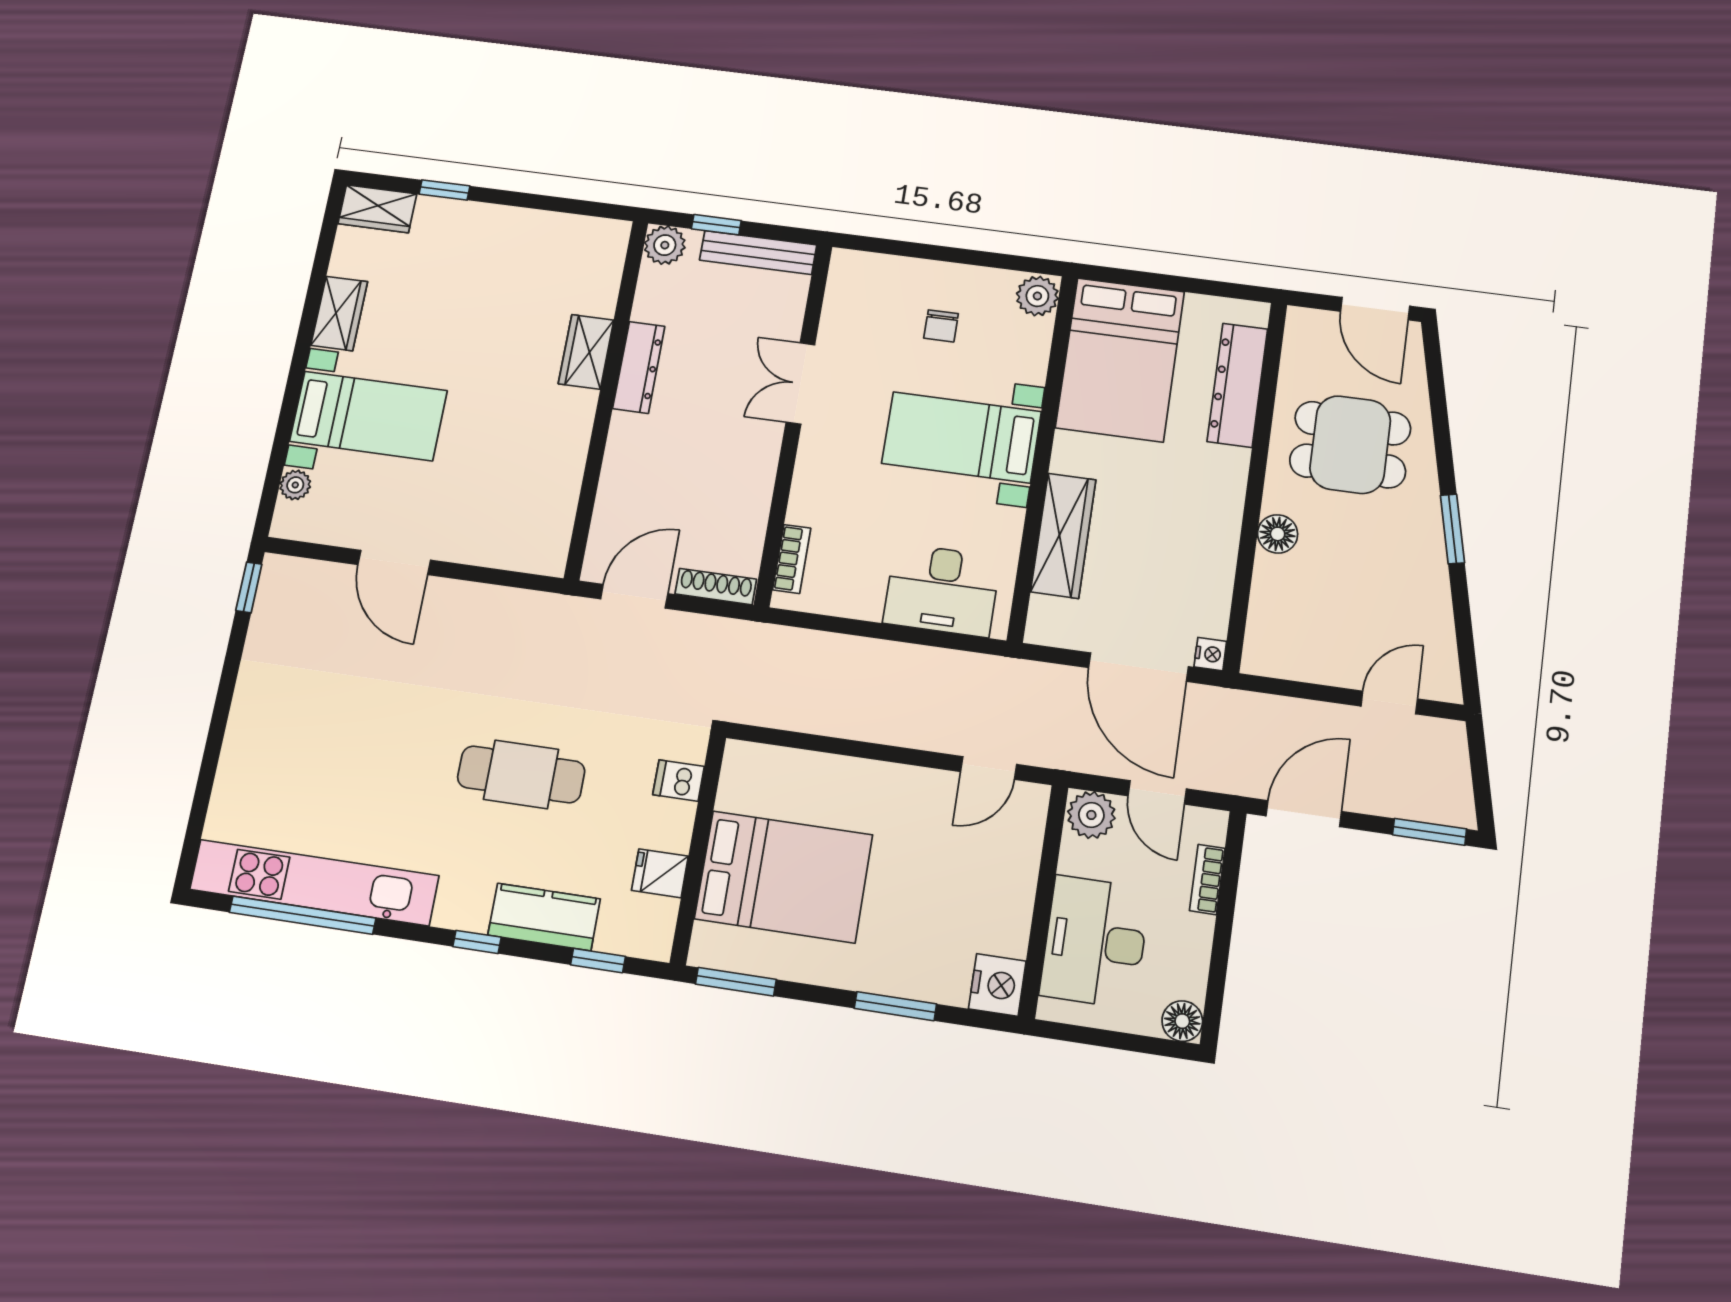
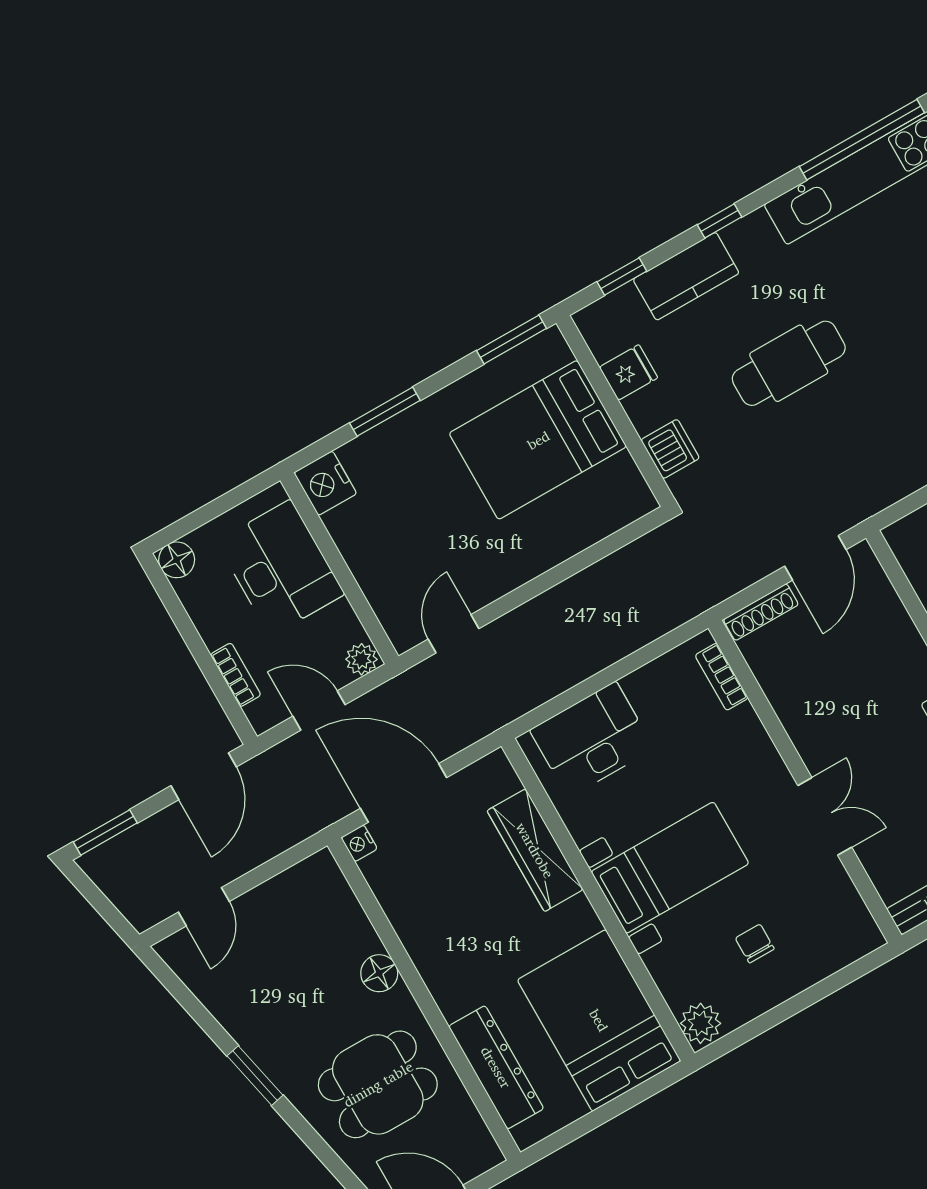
dishwasher: (679, 781) -> (670, 449), width x1.38
plant: (1091, 815) -> (361, 659), width x0.73, depth x0.73

